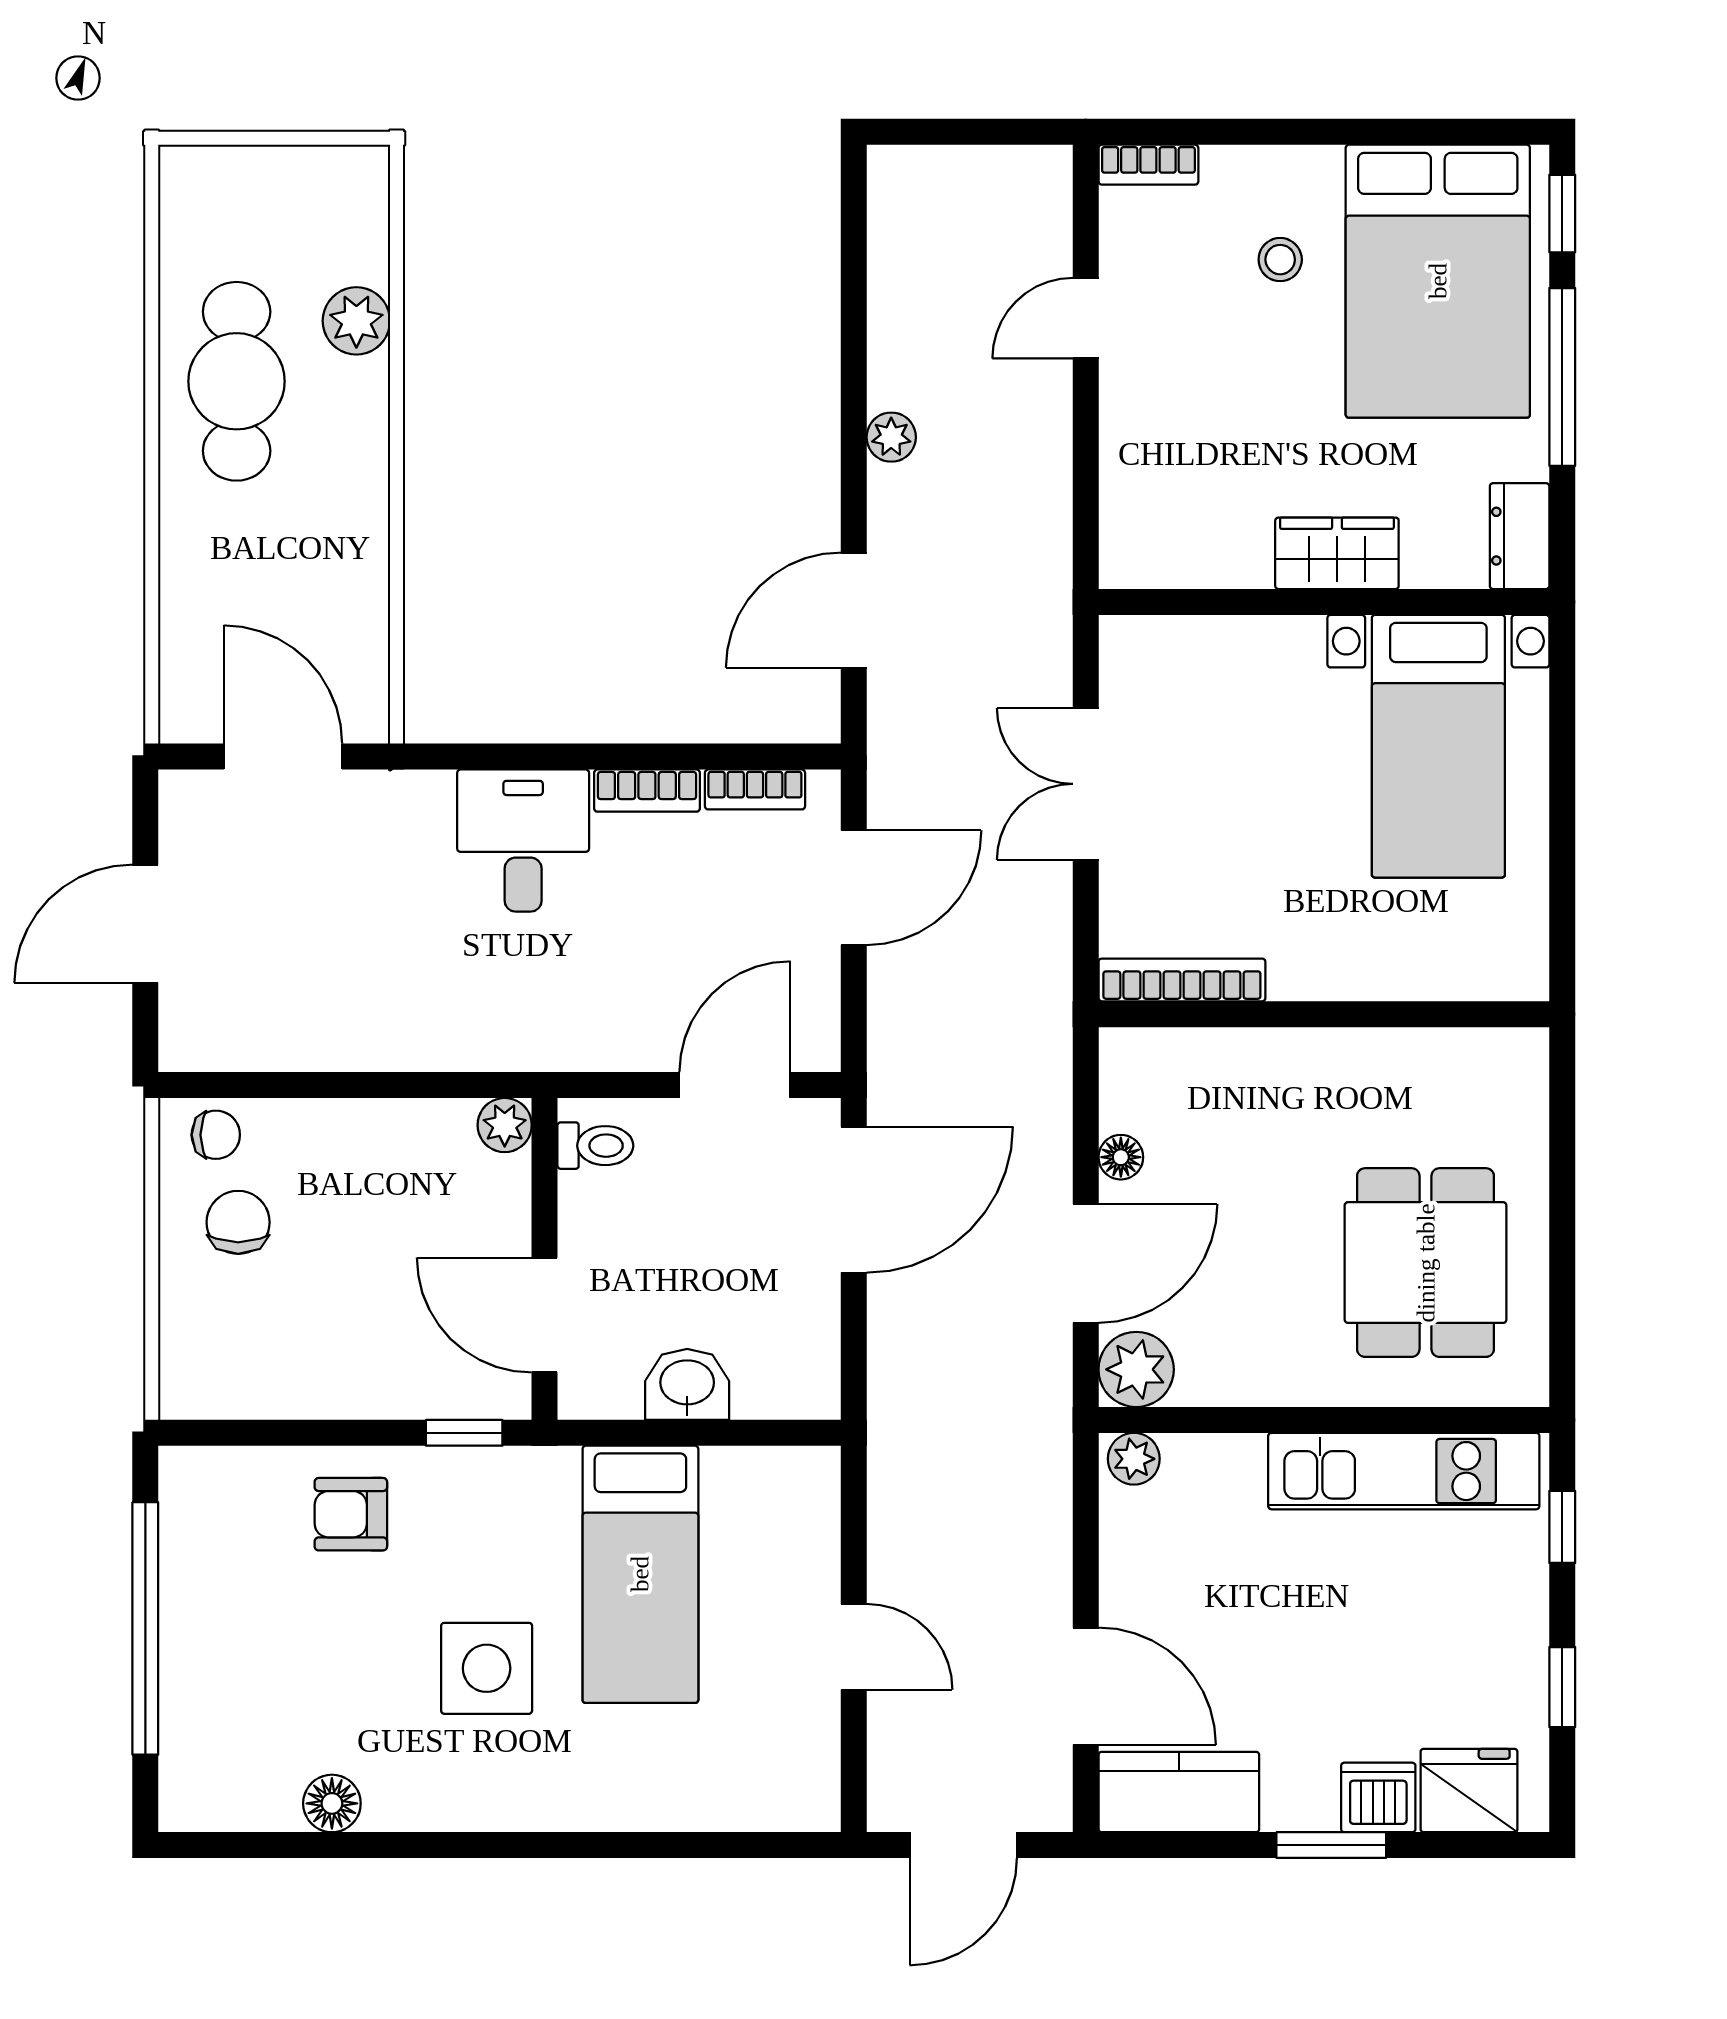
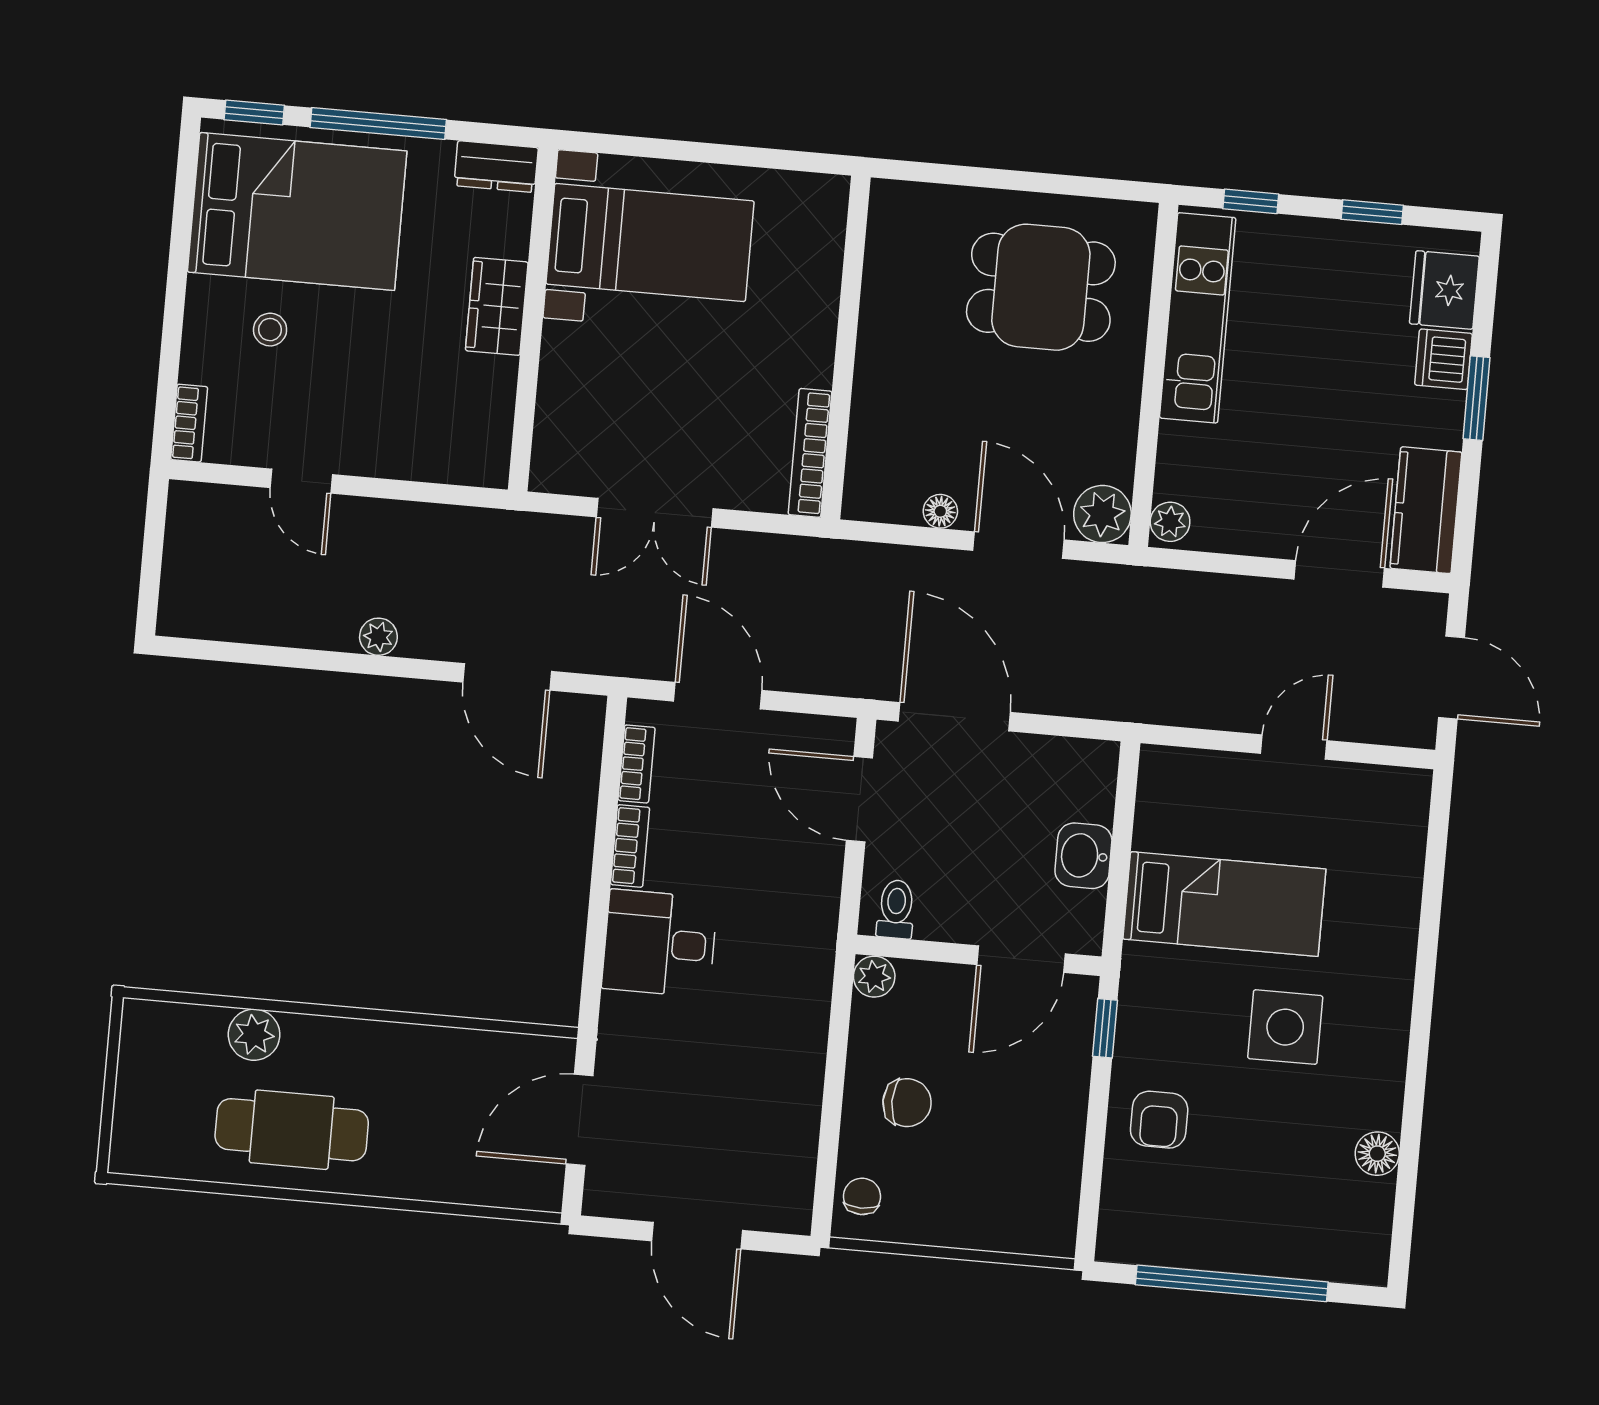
chair: (238, 1222) -> (907, 1103), moved, turned 180

